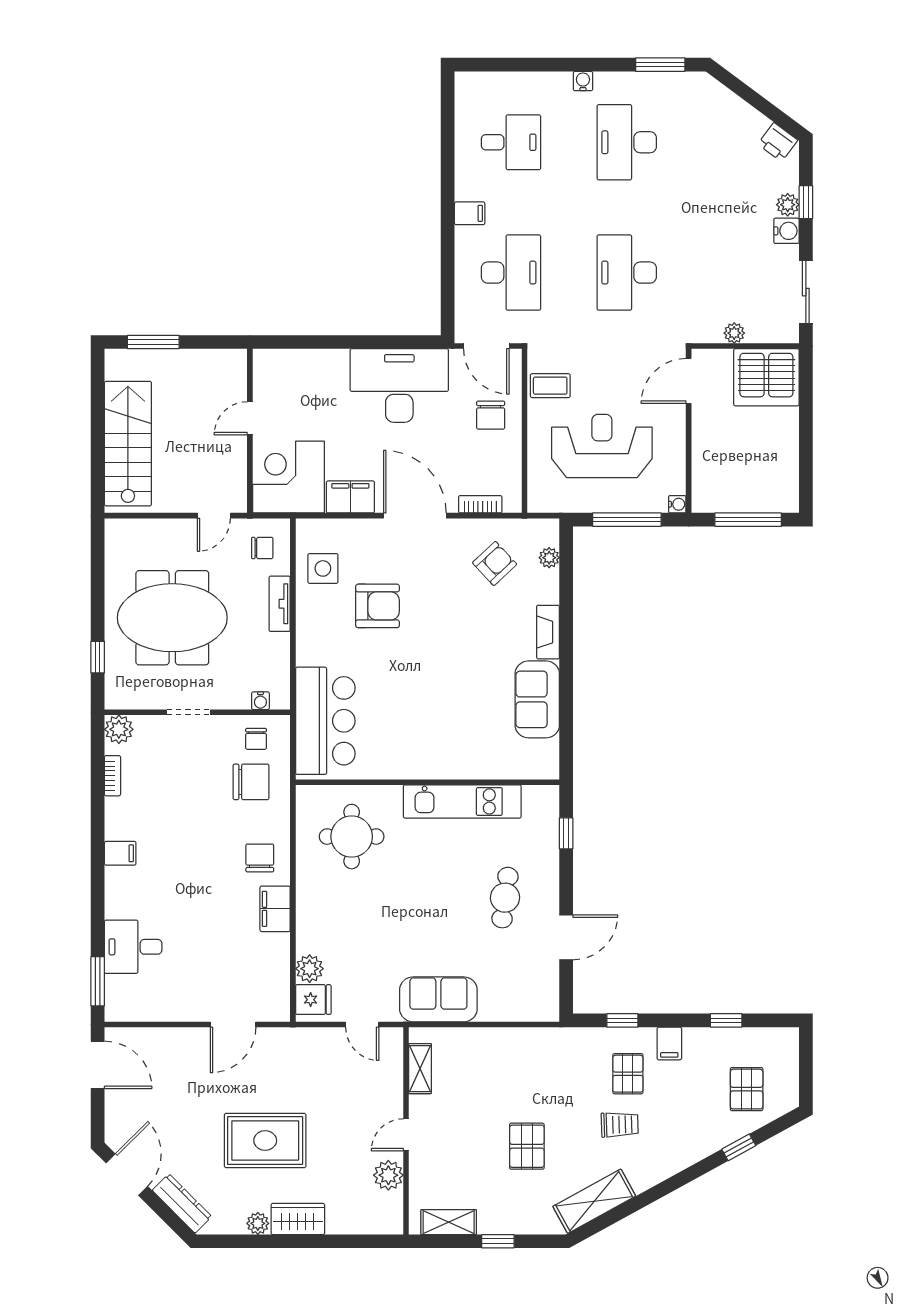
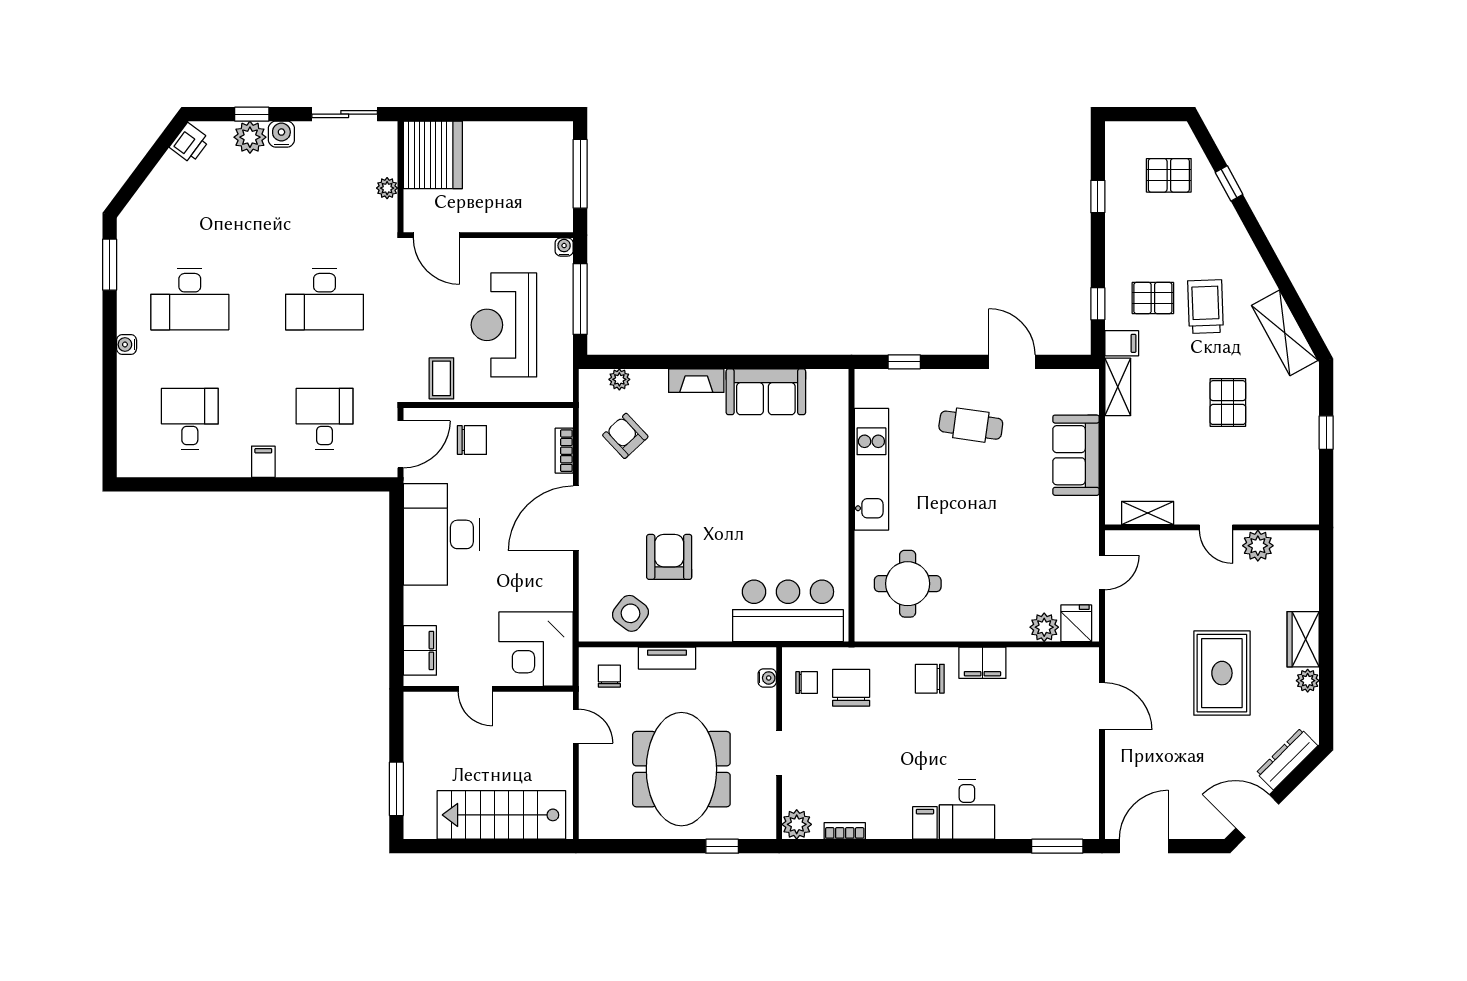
plant: (788, 205) -> (250, 137), width x1.38, depth x1.38
desk: (511, 273) -> (325, 419), width x0.73
filing cabinet: (350, 497) -> (420, 650), moved, turned 180
side table: (323, 568) -> (630, 613), turned 37
desk: (133, 947) -> (967, 810), moved
sofa: (438, 999) -> (1076, 455), moved
filing cabinet: (669, 1044) -> (1122, 343), moved
trolley: (620, 1125) -> (1206, 307), width x1.36, depth x1.39
pallet: (527, 1146) -> (1228, 403), turned 90
shelving: (449, 1222) -> (1118, 387), moved

